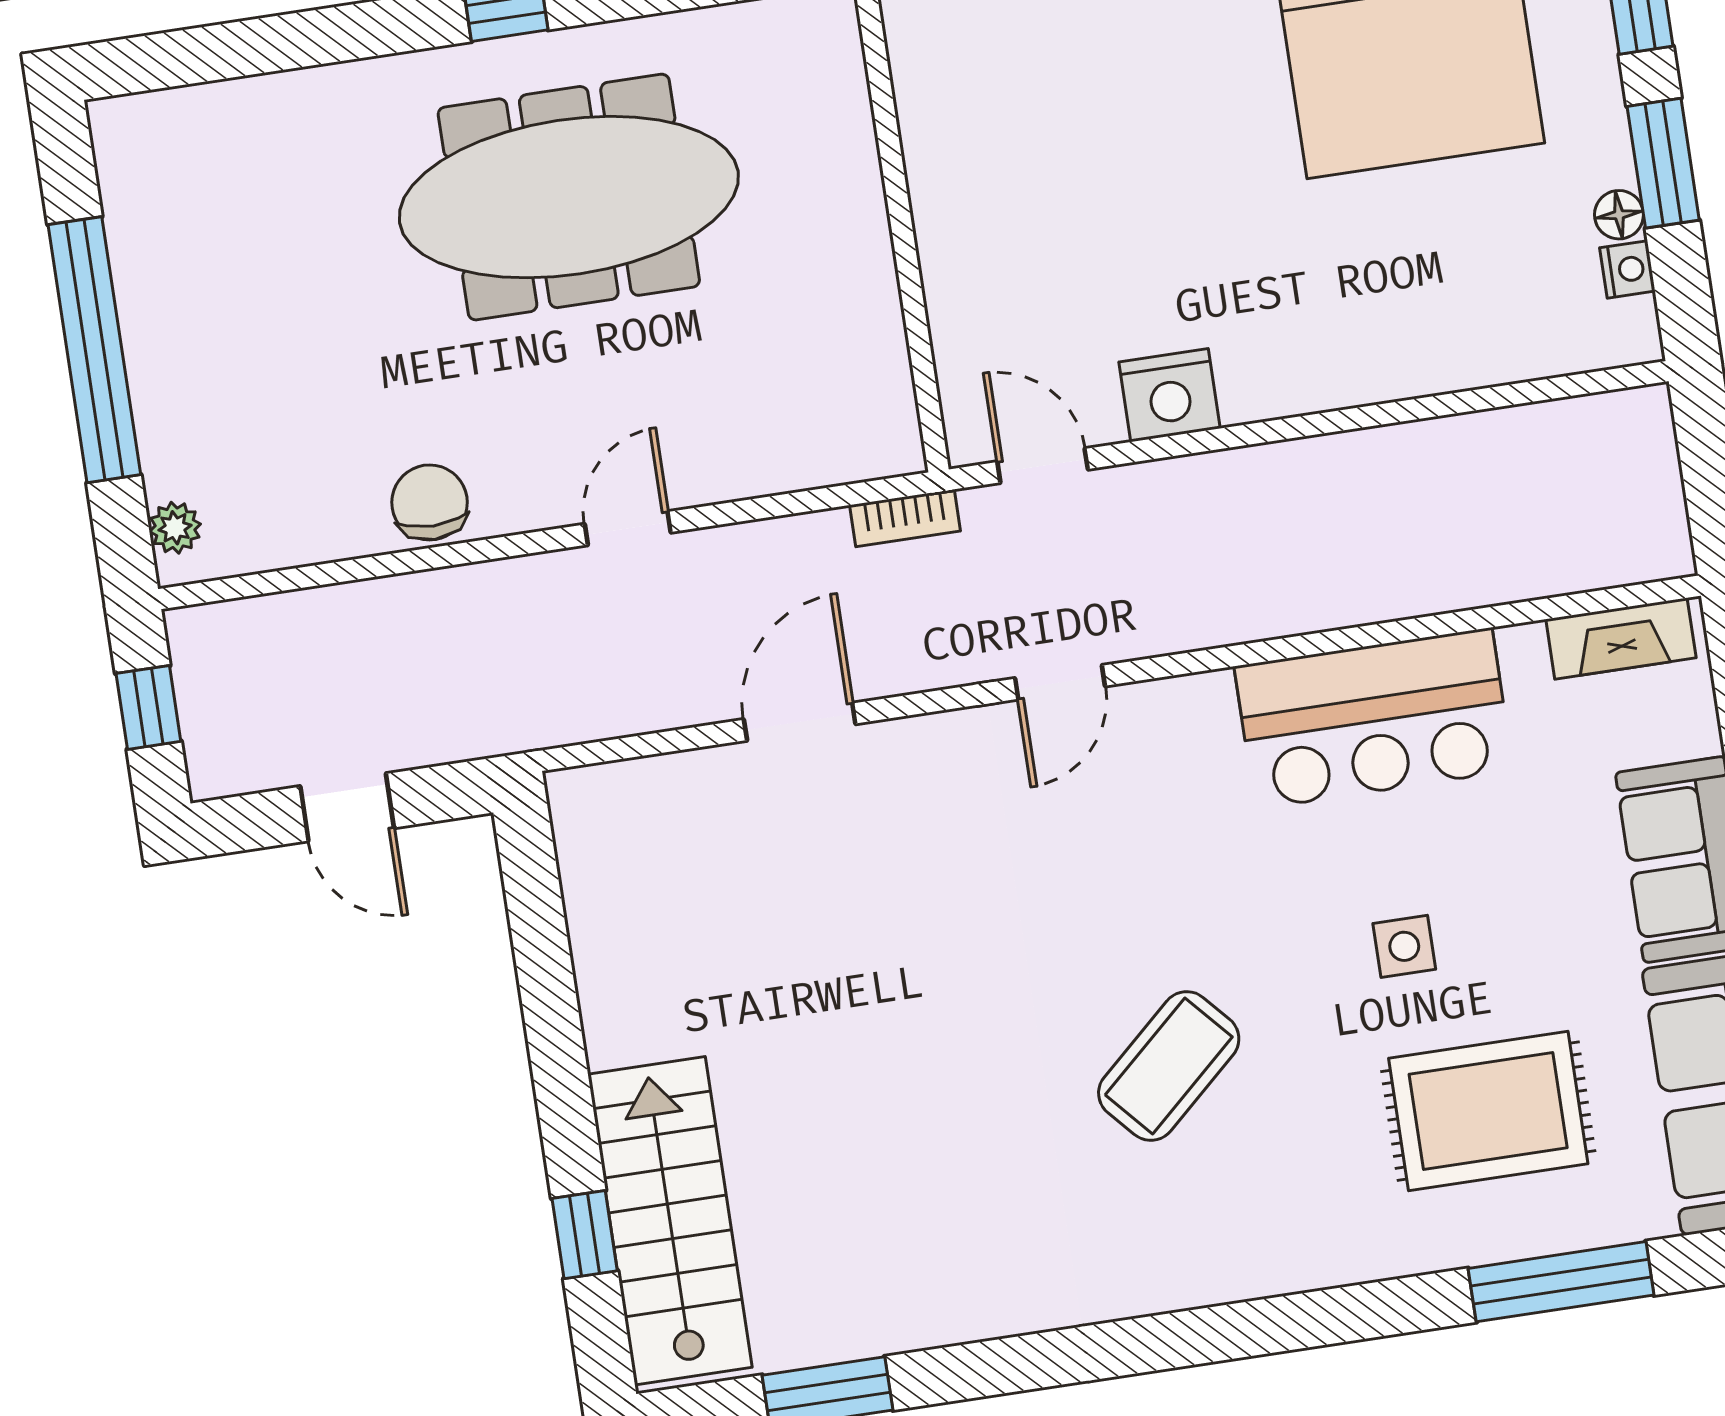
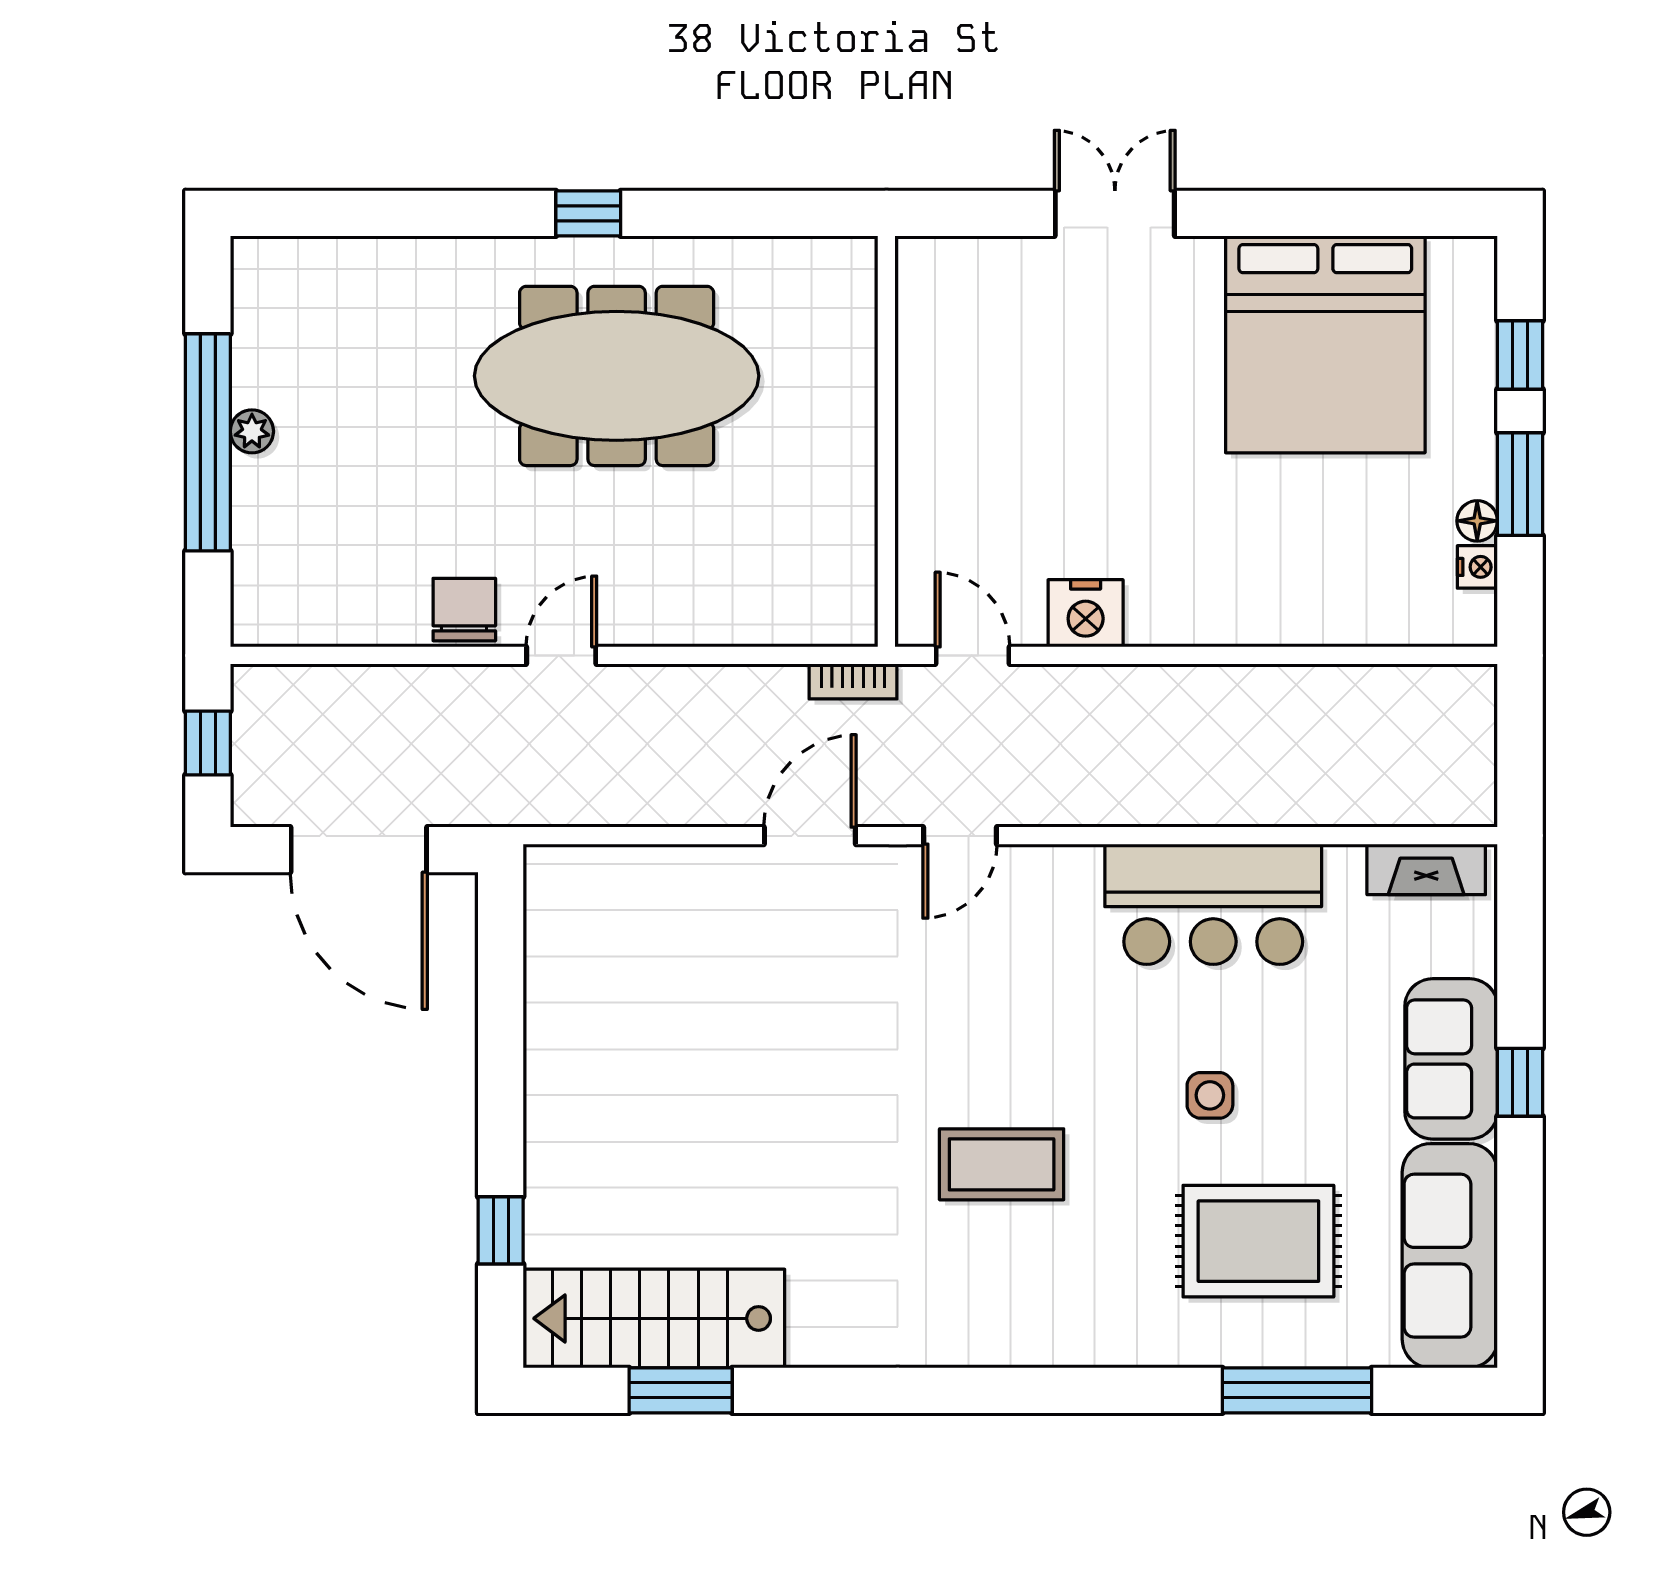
plant: (175, 528) -> (252, 431), moved
door: (628, 528) -> (561, 655), moved
door: (800, 722) -> (810, 836), moved
door: (347, 807) -> (359, 850), width x1.88
coffee table: (1169, 1066) -> (1002, 1164), turned 42
stairs: (670, 1221) -> (654, 1318), moved, turned -90

